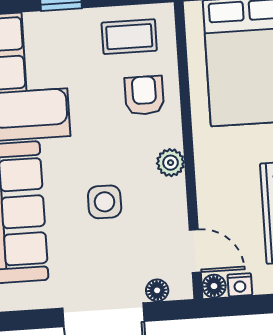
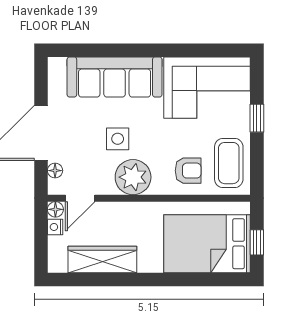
coffee table: (129, 37) -> (229, 163), width x1.36, depth x1.30
plant: (171, 163) -> (133, 177), width x1.87, depth x1.87

